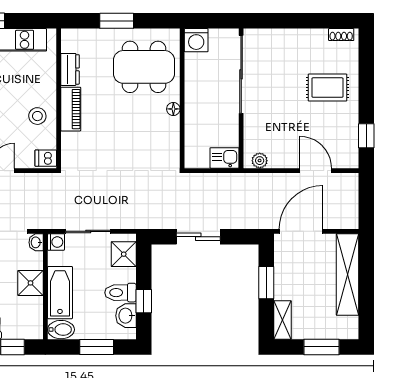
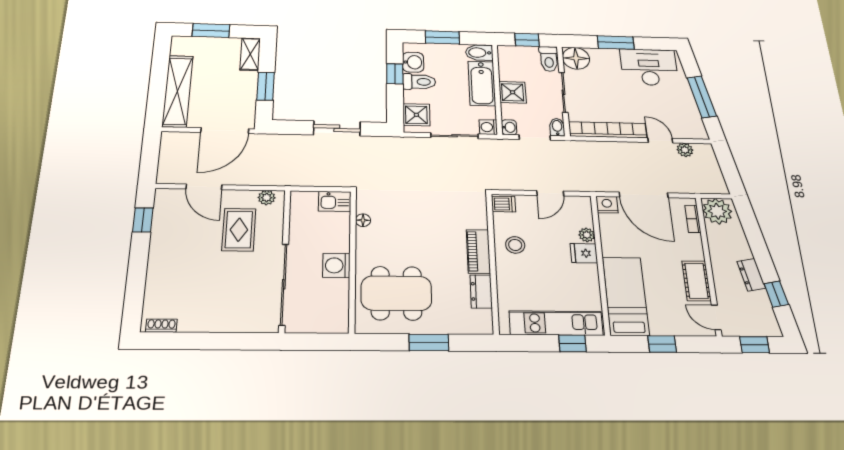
washing machine: (196, 40) -> (336, 265), moved, turned -90
rug: (327, 88) -> (239, 230), moved, turned 90
floor lamp: (173, 109) -> (363, 220), moved
kitchen sink: (224, 158) -> (335, 201), moved

